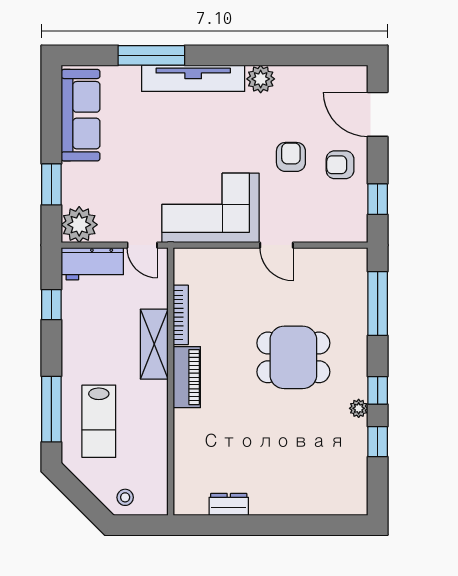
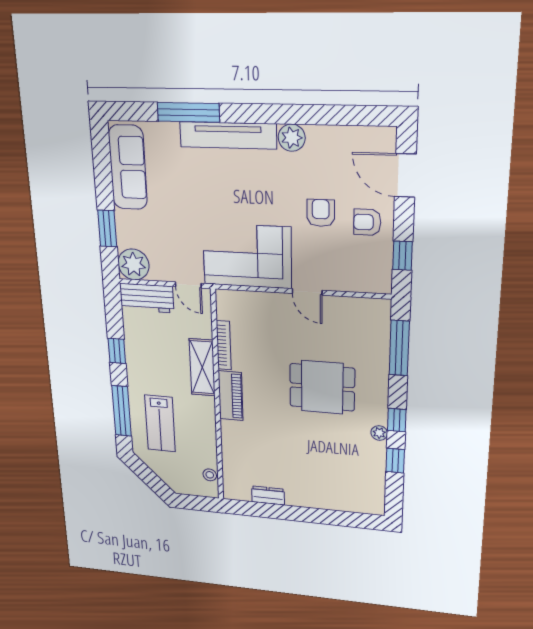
window: (51, 305) -> (117, 351), moved
stool: (125, 497) -> (210, 475), moved

